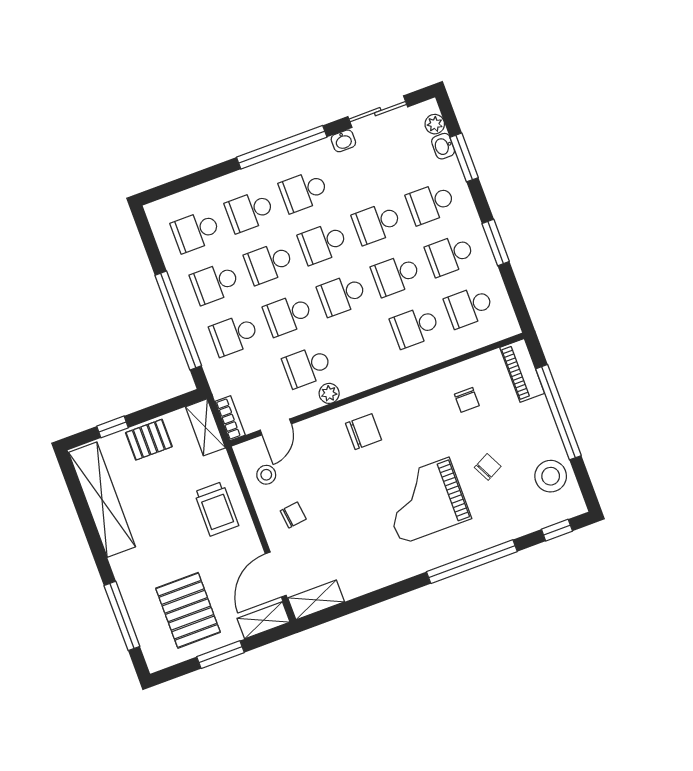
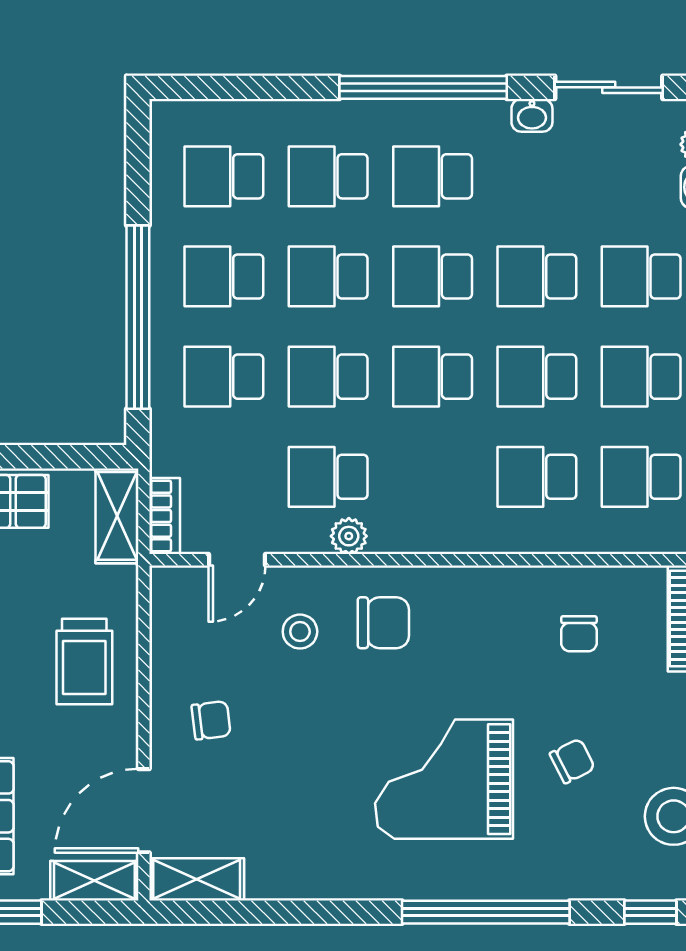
stool: (266, 475) -> (300, 632), moved

